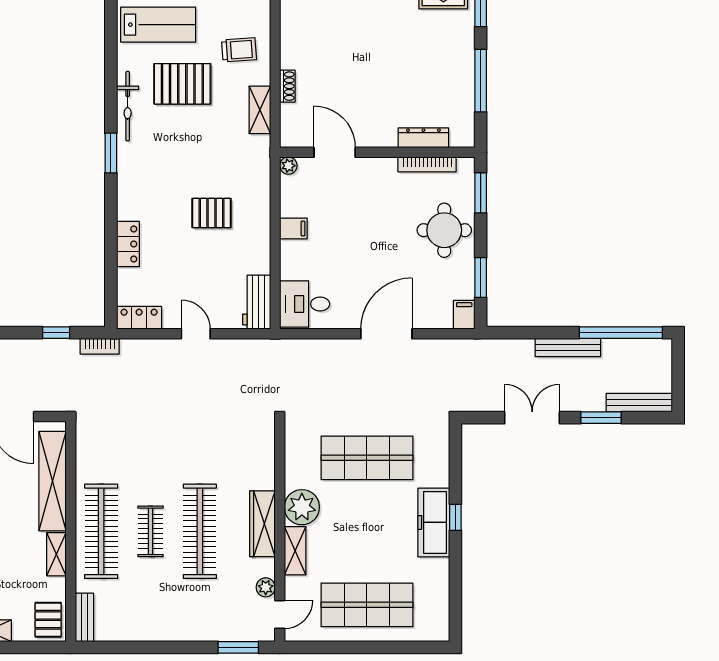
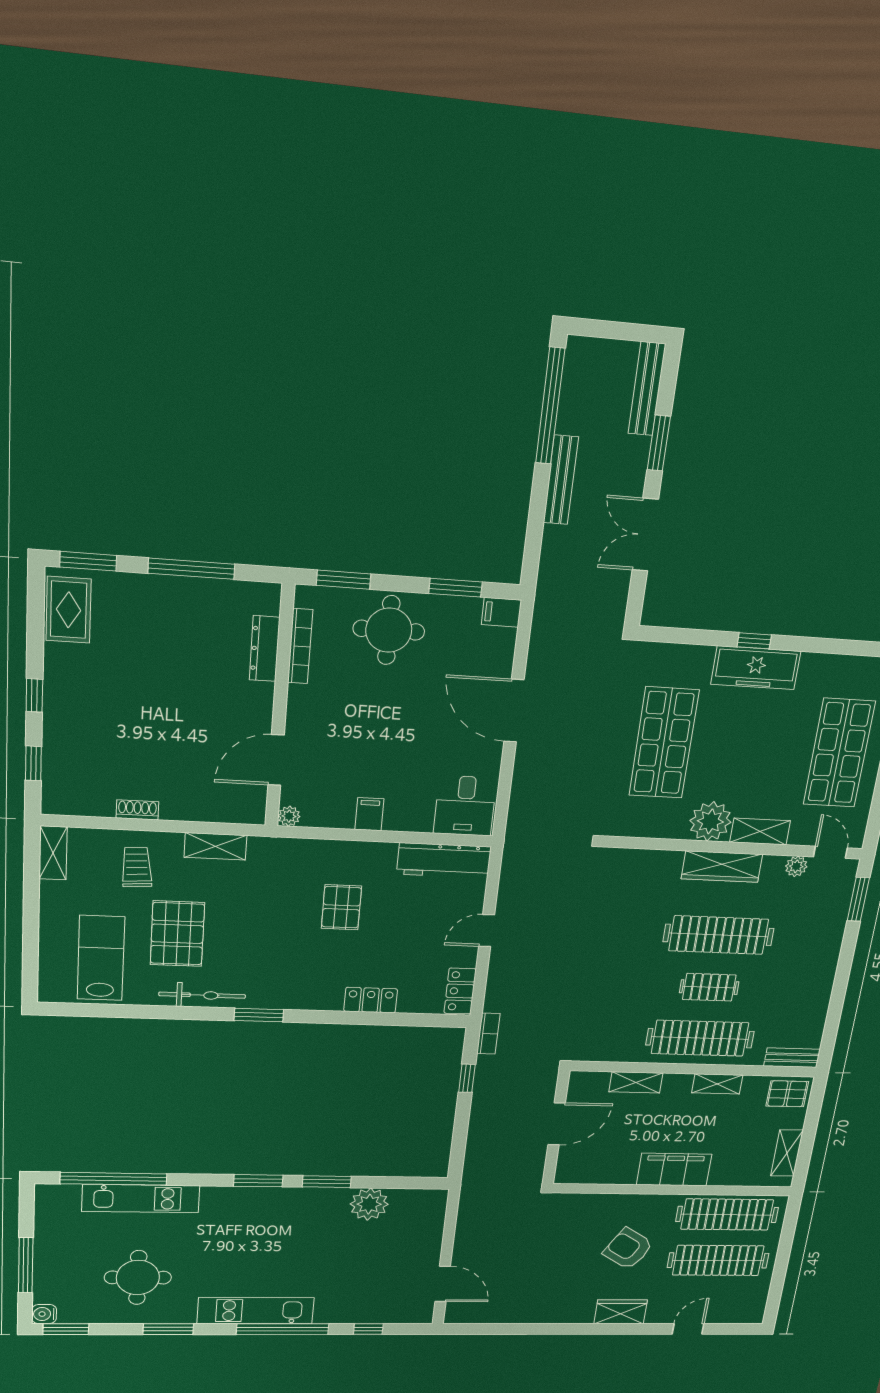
shoe rack: (287, 86) -> (137, 810), moved
workbench: (257, 302) -> (444, 860), width x1.38
shelving: (53, 481) -> (636, 1082), width x0.45, depth x0.75

